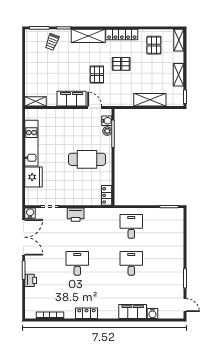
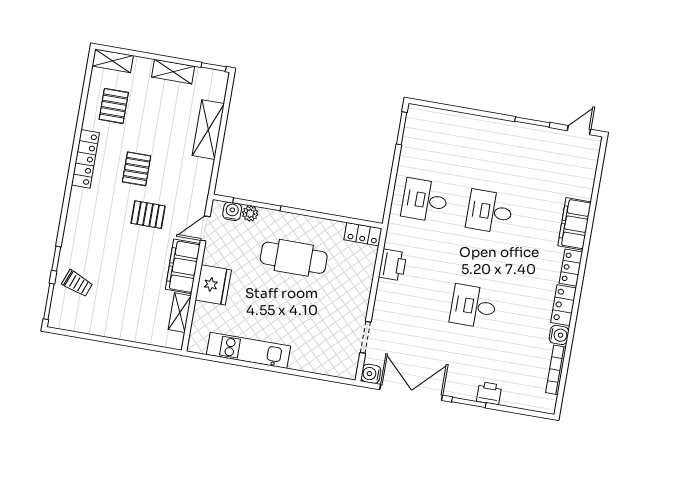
shelving: (88, 36) -> (78, 218), removed
pallet: (154, 45) -> (114, 106), turned 90
shelving: (36, 101) -> (180, 313), moved
cafe table: (87, 159) -> (294, 258), turned 90
fridge: (34, 177) -> (213, 285), moved, turned 90
printer: (76, 215) -> (393, 265), moved
locker: (108, 314) -> (571, 268), added
water cooler: (152, 314) -> (559, 335), moved

